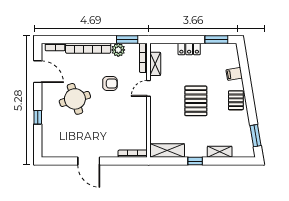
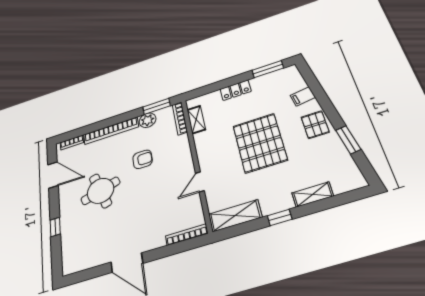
door: (149, 88) -> (200, 182), moved
pallet: (196, 101) -> (260, 143), width x1.37, depth x1.41
window: (256, 136) -> (348, 140), moved

